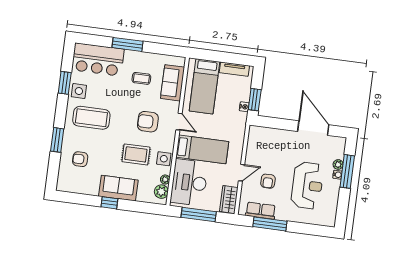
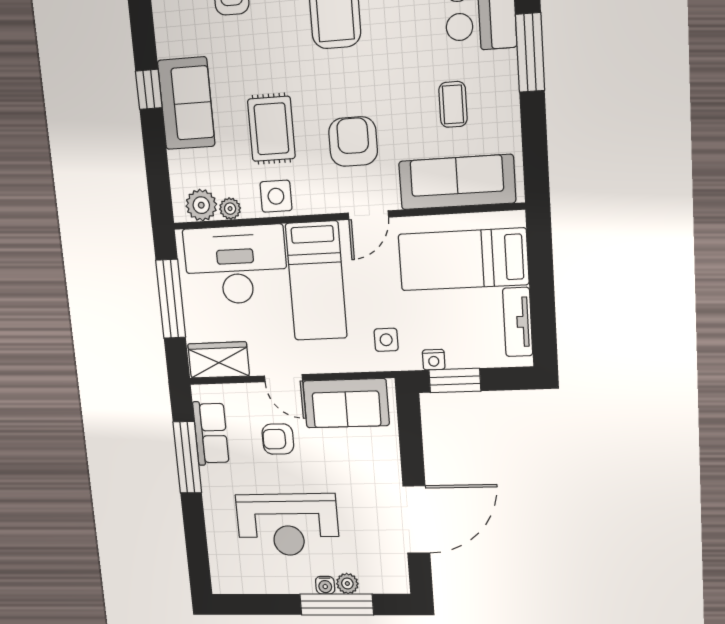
sofa: (173, 83) -> (457, 182), width x1.36
side table: (232, 125) -> (386, 340), added
sofa: (257, 148) -> (346, 403), added

